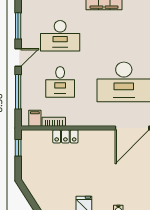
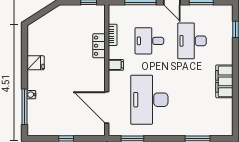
filing cabinet: (35, 118) -> (116, 65), moved

